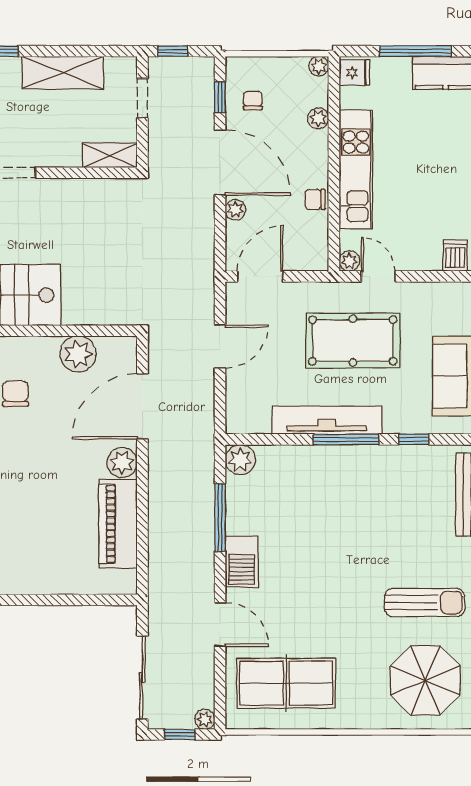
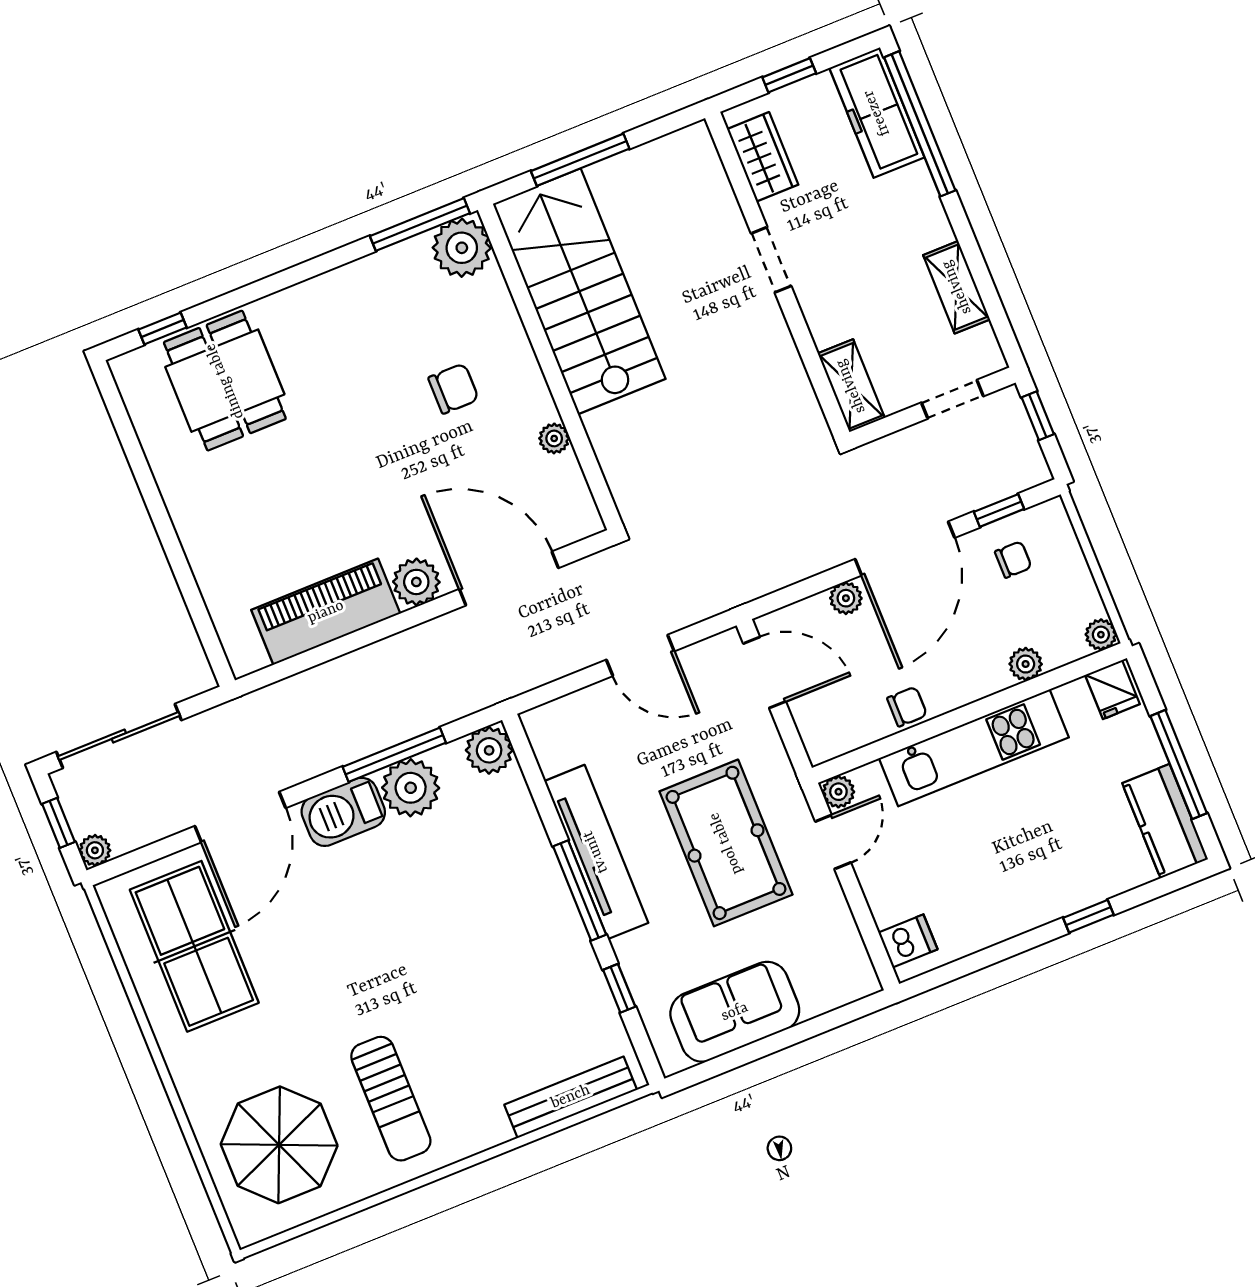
shelving: (63, 73) -> (957, 287), width x0.67, depth x0.75
chair: (315, 199) -> (907, 707), turned 90
plant: (78, 354) -> (554, 438), width x0.53, depth x0.53
plant: (244, 516) -> (411, 788), added
door: (220, 624) -> (240, 817), width x1.36

